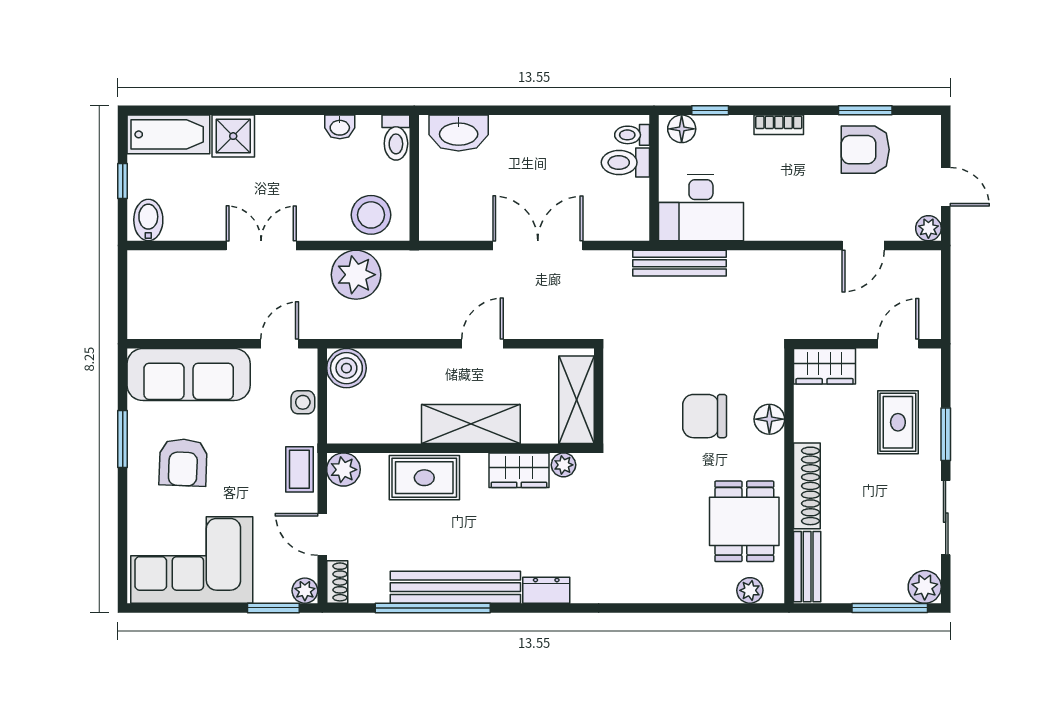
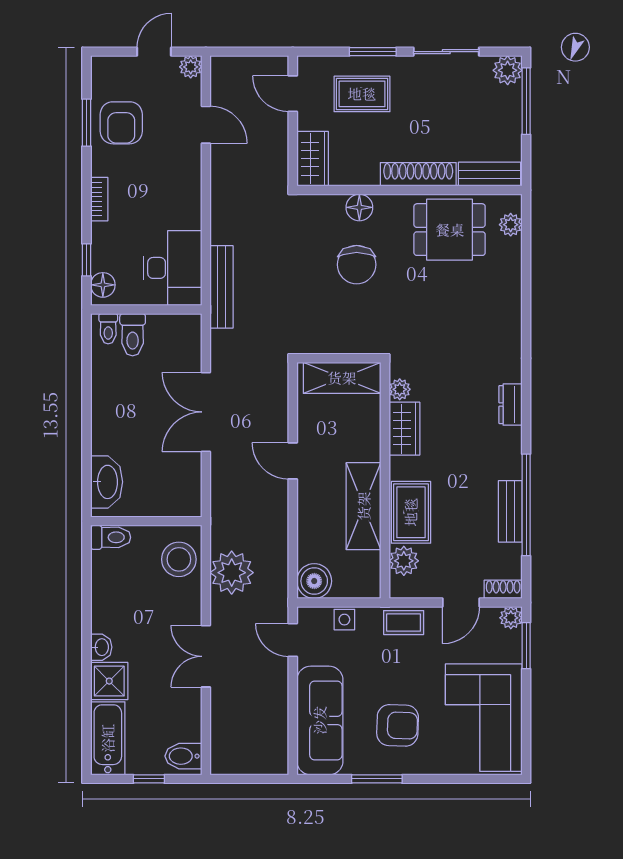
washbasin: (340, 127) -> (101, 647), moved
shelving: (471, 424) -> (364, 506), moved
plant: (343, 470) -> (404, 561), moved
bench: (455, 587) -> (510, 511), width x0.54, depth x0.82

